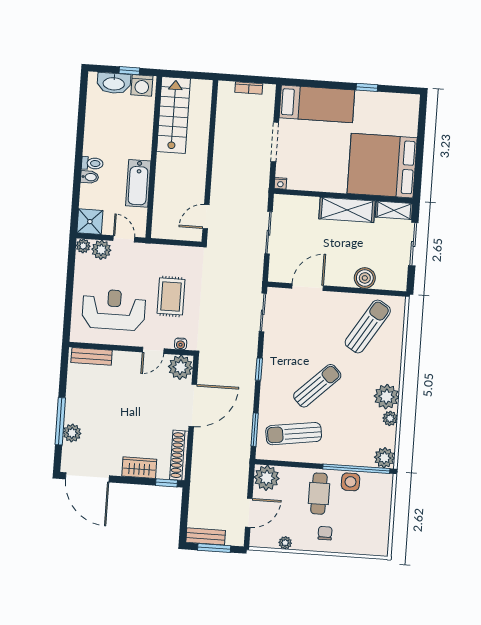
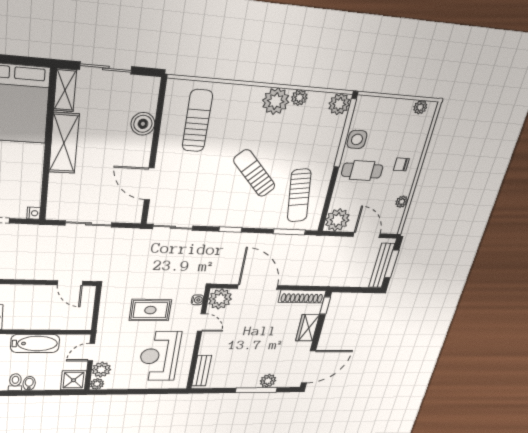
sun lounger: (368, 327) -> (197, 121), turned 58
bench: (206, 536) -> (382, 266), width x1.36
plant: (382, 539) -> (420, 107), added

